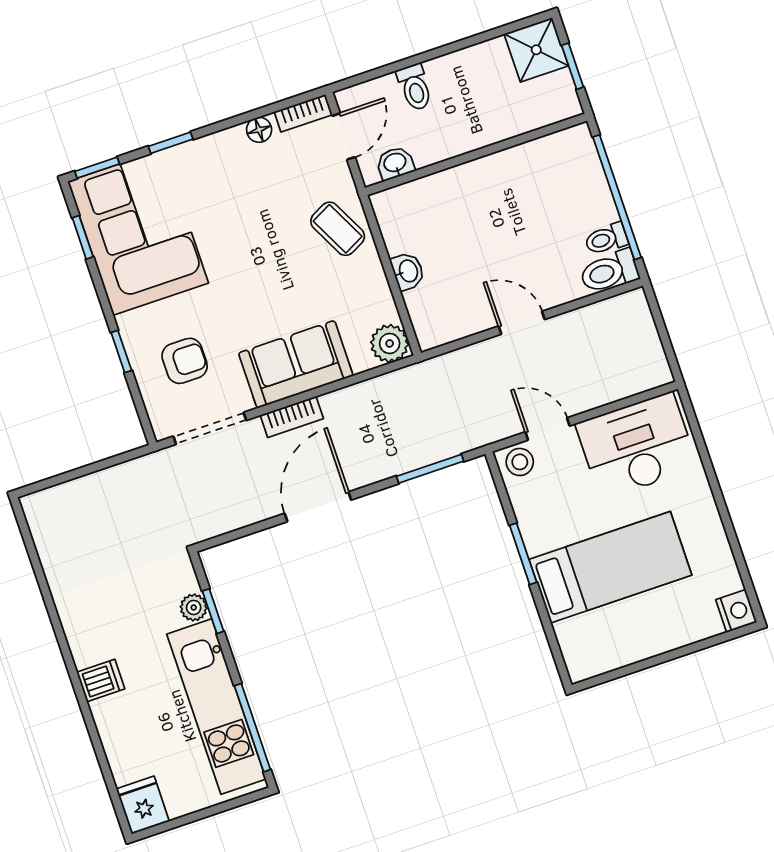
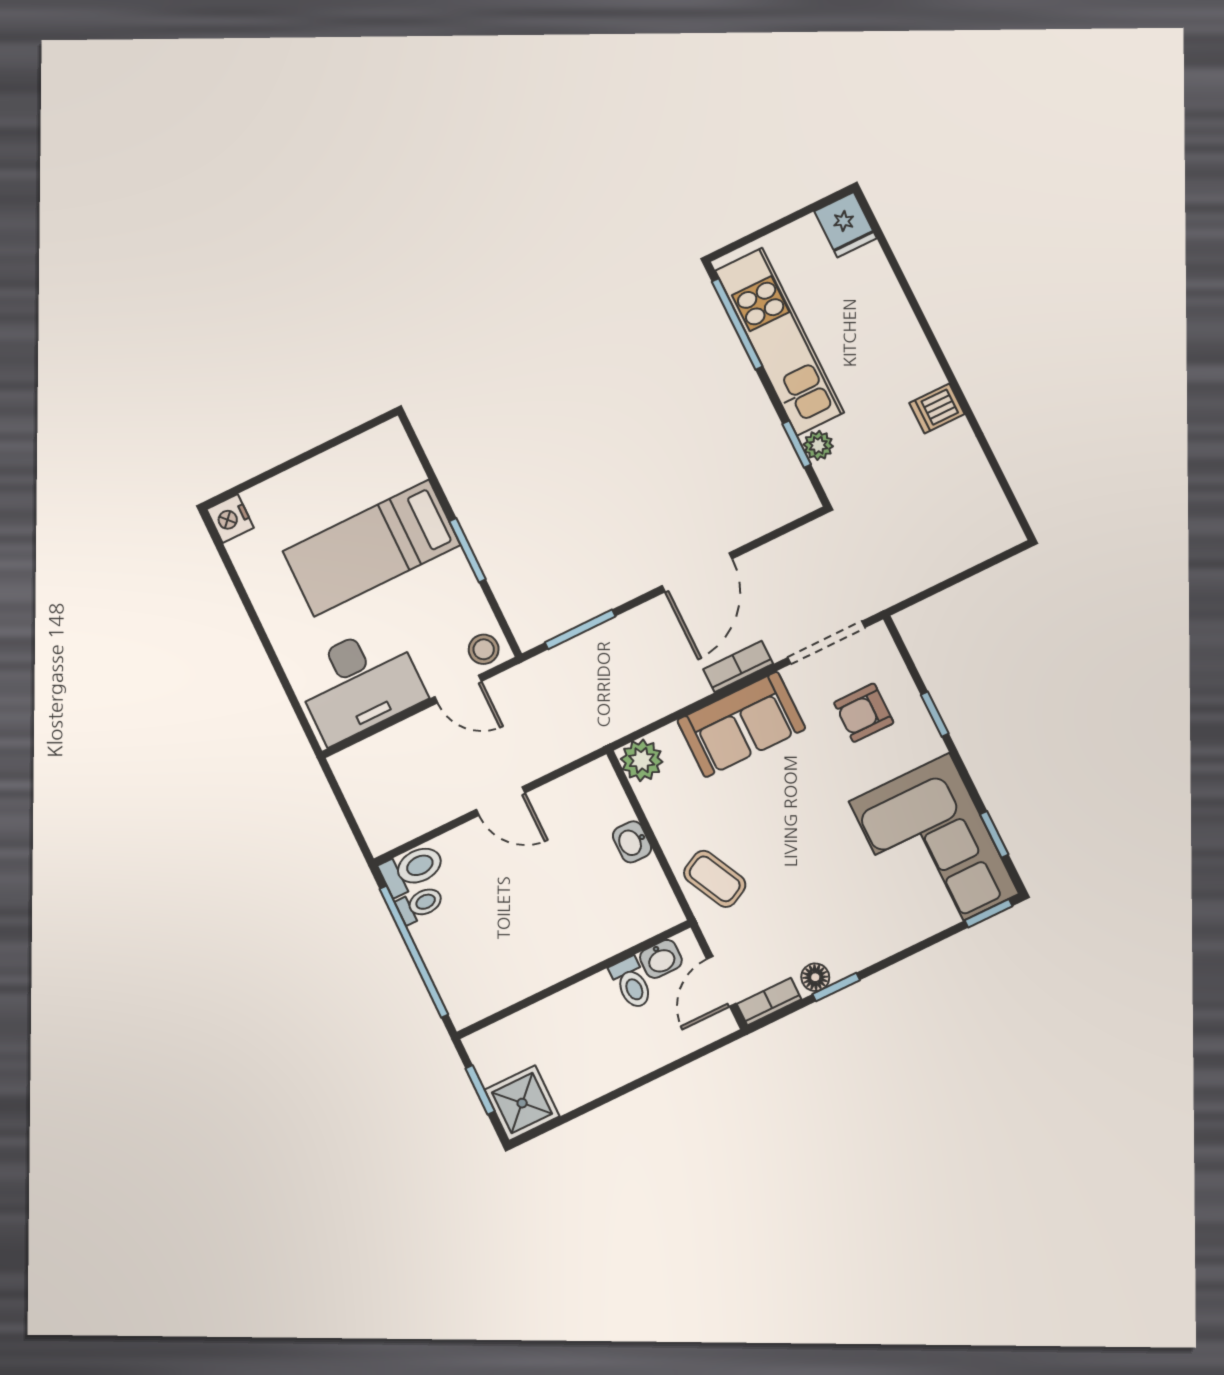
toilet: (415, 87) -> (631, 983), moved, turned 180
window: (171, 143) -> (836, 987), moved
dishwasher: (101, 681) -> (937, 408), moved

